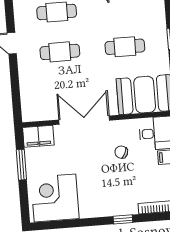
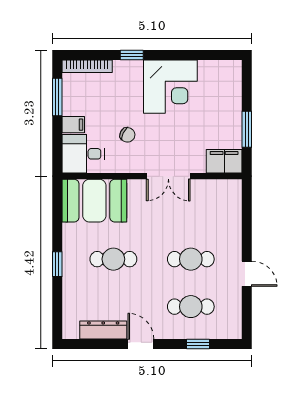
double door: (84, 120) -> (168, 176), width x0.73
corner desk: (55, 198) -> (170, 87), moved

